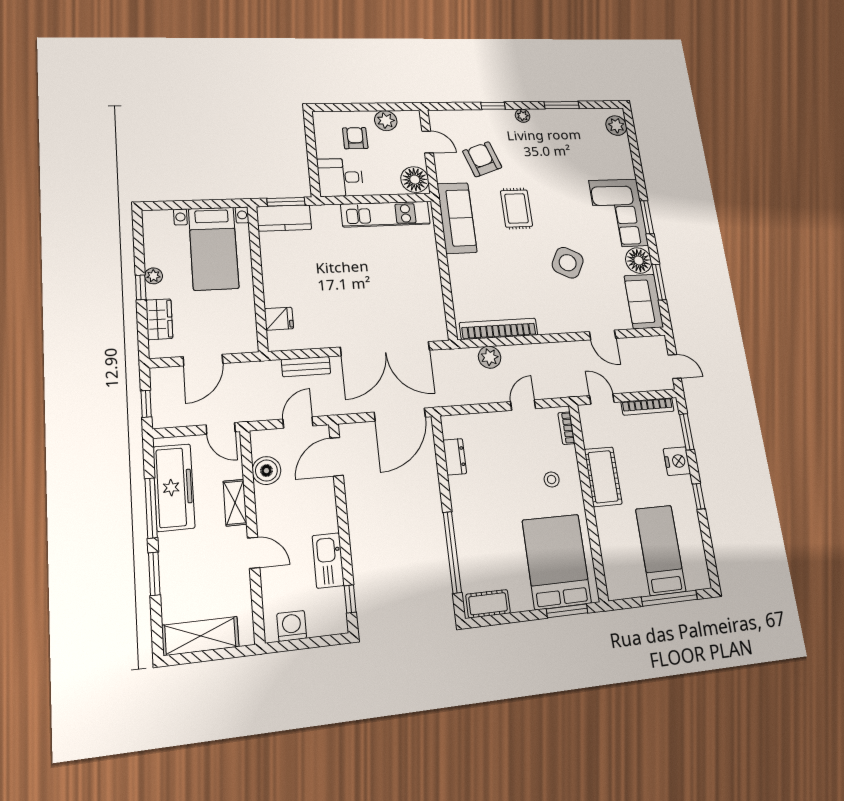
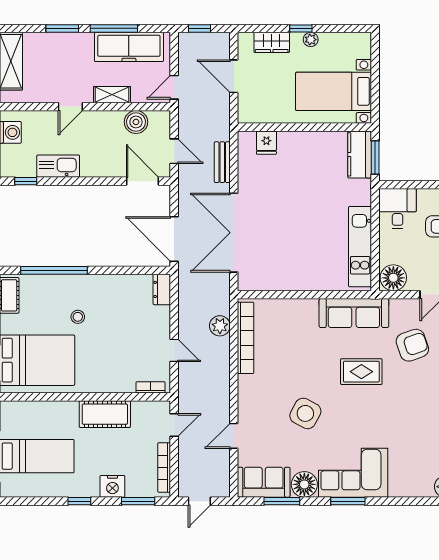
dresser: (455, 457) -> (162, 289), moved, turned 90
stool: (552, 479) -> (78, 317), moved

